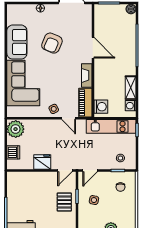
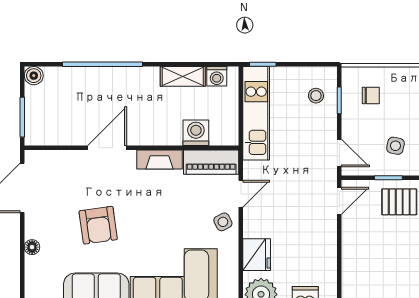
armchair: (52, 43) -> (98, 225), turned 59
washing machine: (101, 107) -> (196, 133), moved
fridge: (42, 162) -> (257, 255), moved, turned 180
door: (65, 170) -> (339, 201), hinge flipped

